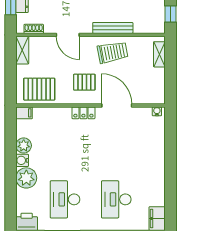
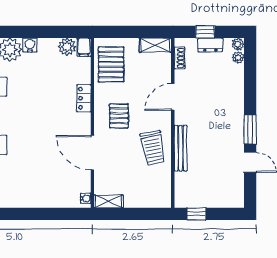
shelving: (159, 54) -> (108, 201), moved
door: (117, 105) -> (92, 153), swing flipped
locker: (83, 113) -> (84, 98), moved
plant: (24, 145) -> (67, 47), moved

